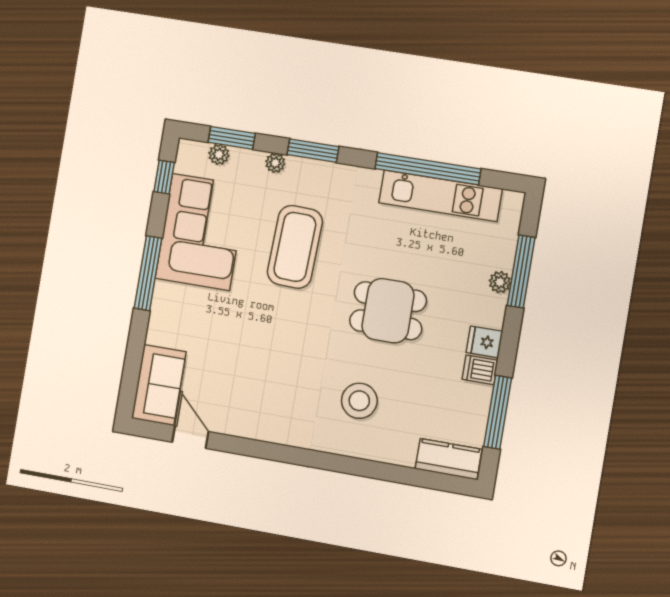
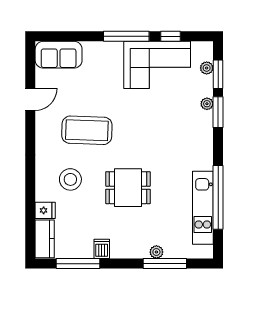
window: (313, 151) -> (218, 112), moved
window: (164, 177) -> (170, 36), moved
coffee table: (295, 247) -> (87, 130), moved
dining table: (388, 311) -> (128, 188), turned 90
fridge: (484, 342) -> (45, 210), moved, turned 90
door: (190, 437) -> (30, 99), moved

